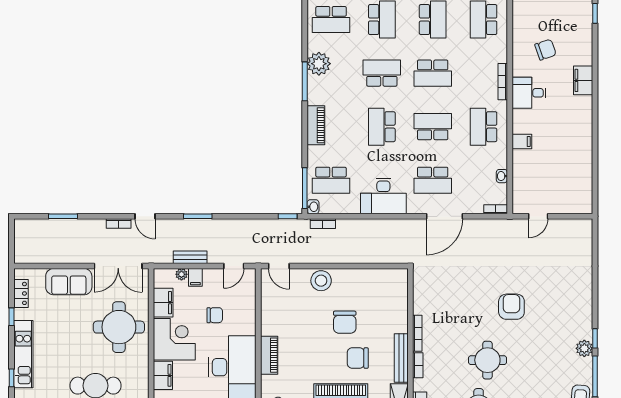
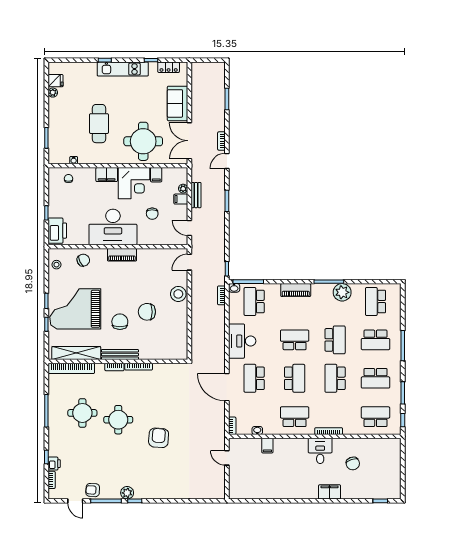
filing cabinet: (522, 141) -> (267, 446), moved
filing cabinet: (163, 303) -> (156, 175), width x0.50
armchair: (511, 307) -> (159, 438), turned -86

